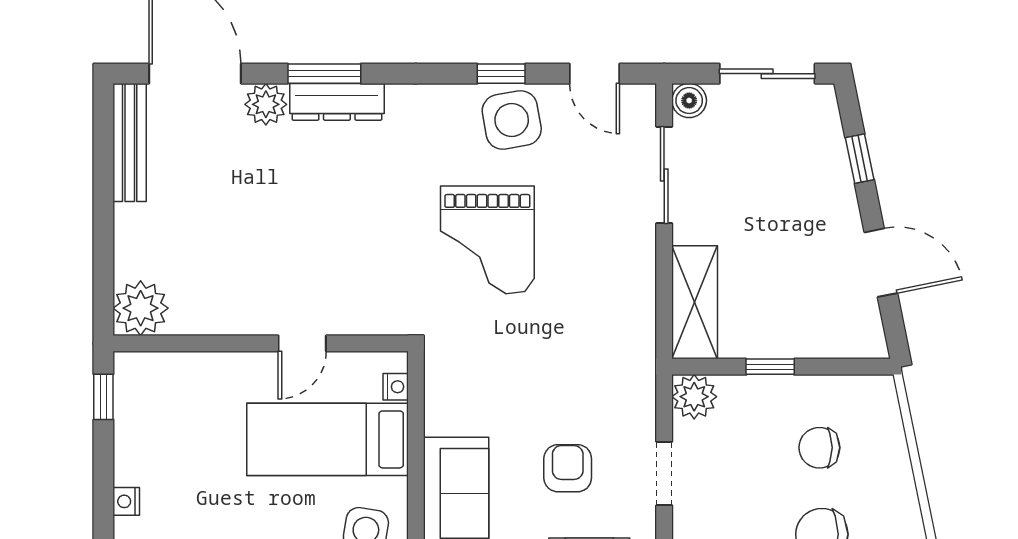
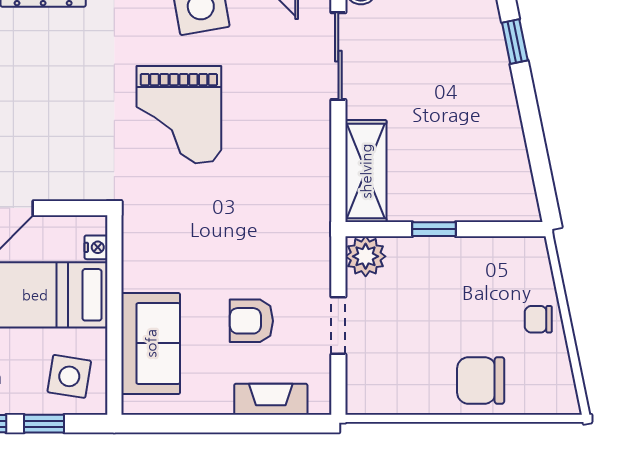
door: (881, 263) -> (534, 135), removed
chair: (819, 448) -> (538, 319), moved, width x0.73, depth x0.73
armchair: (568, 468) -> (251, 321), turned -90

